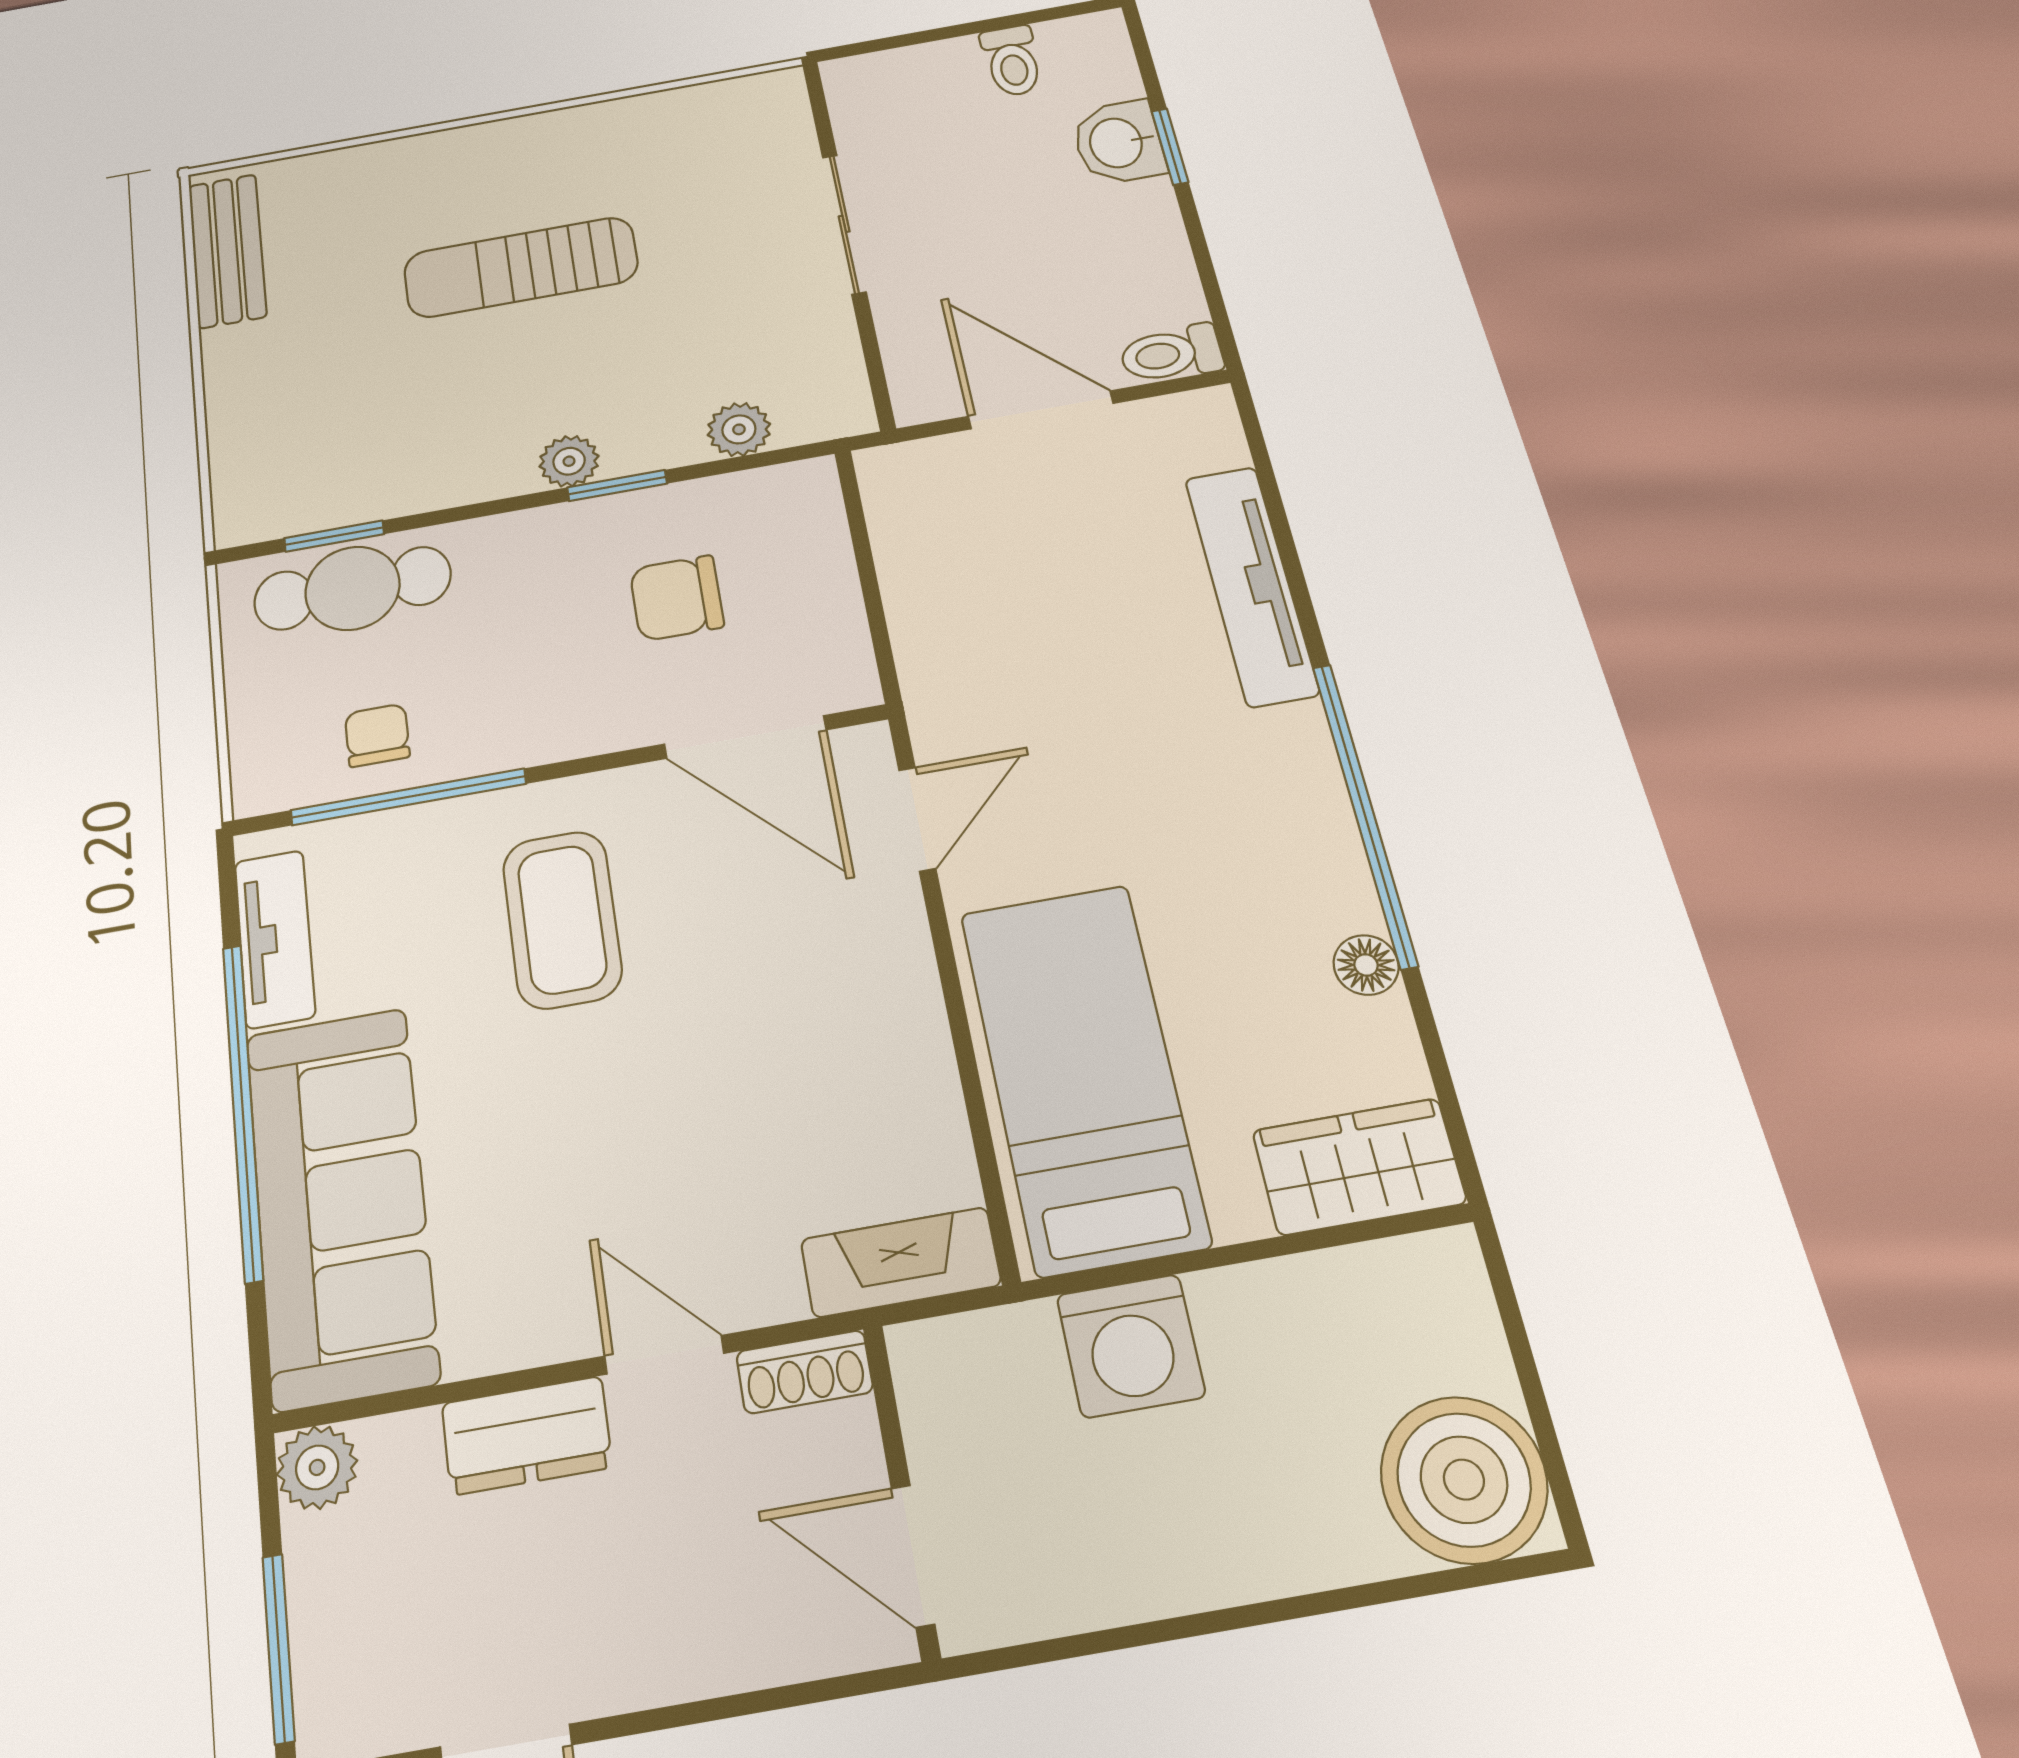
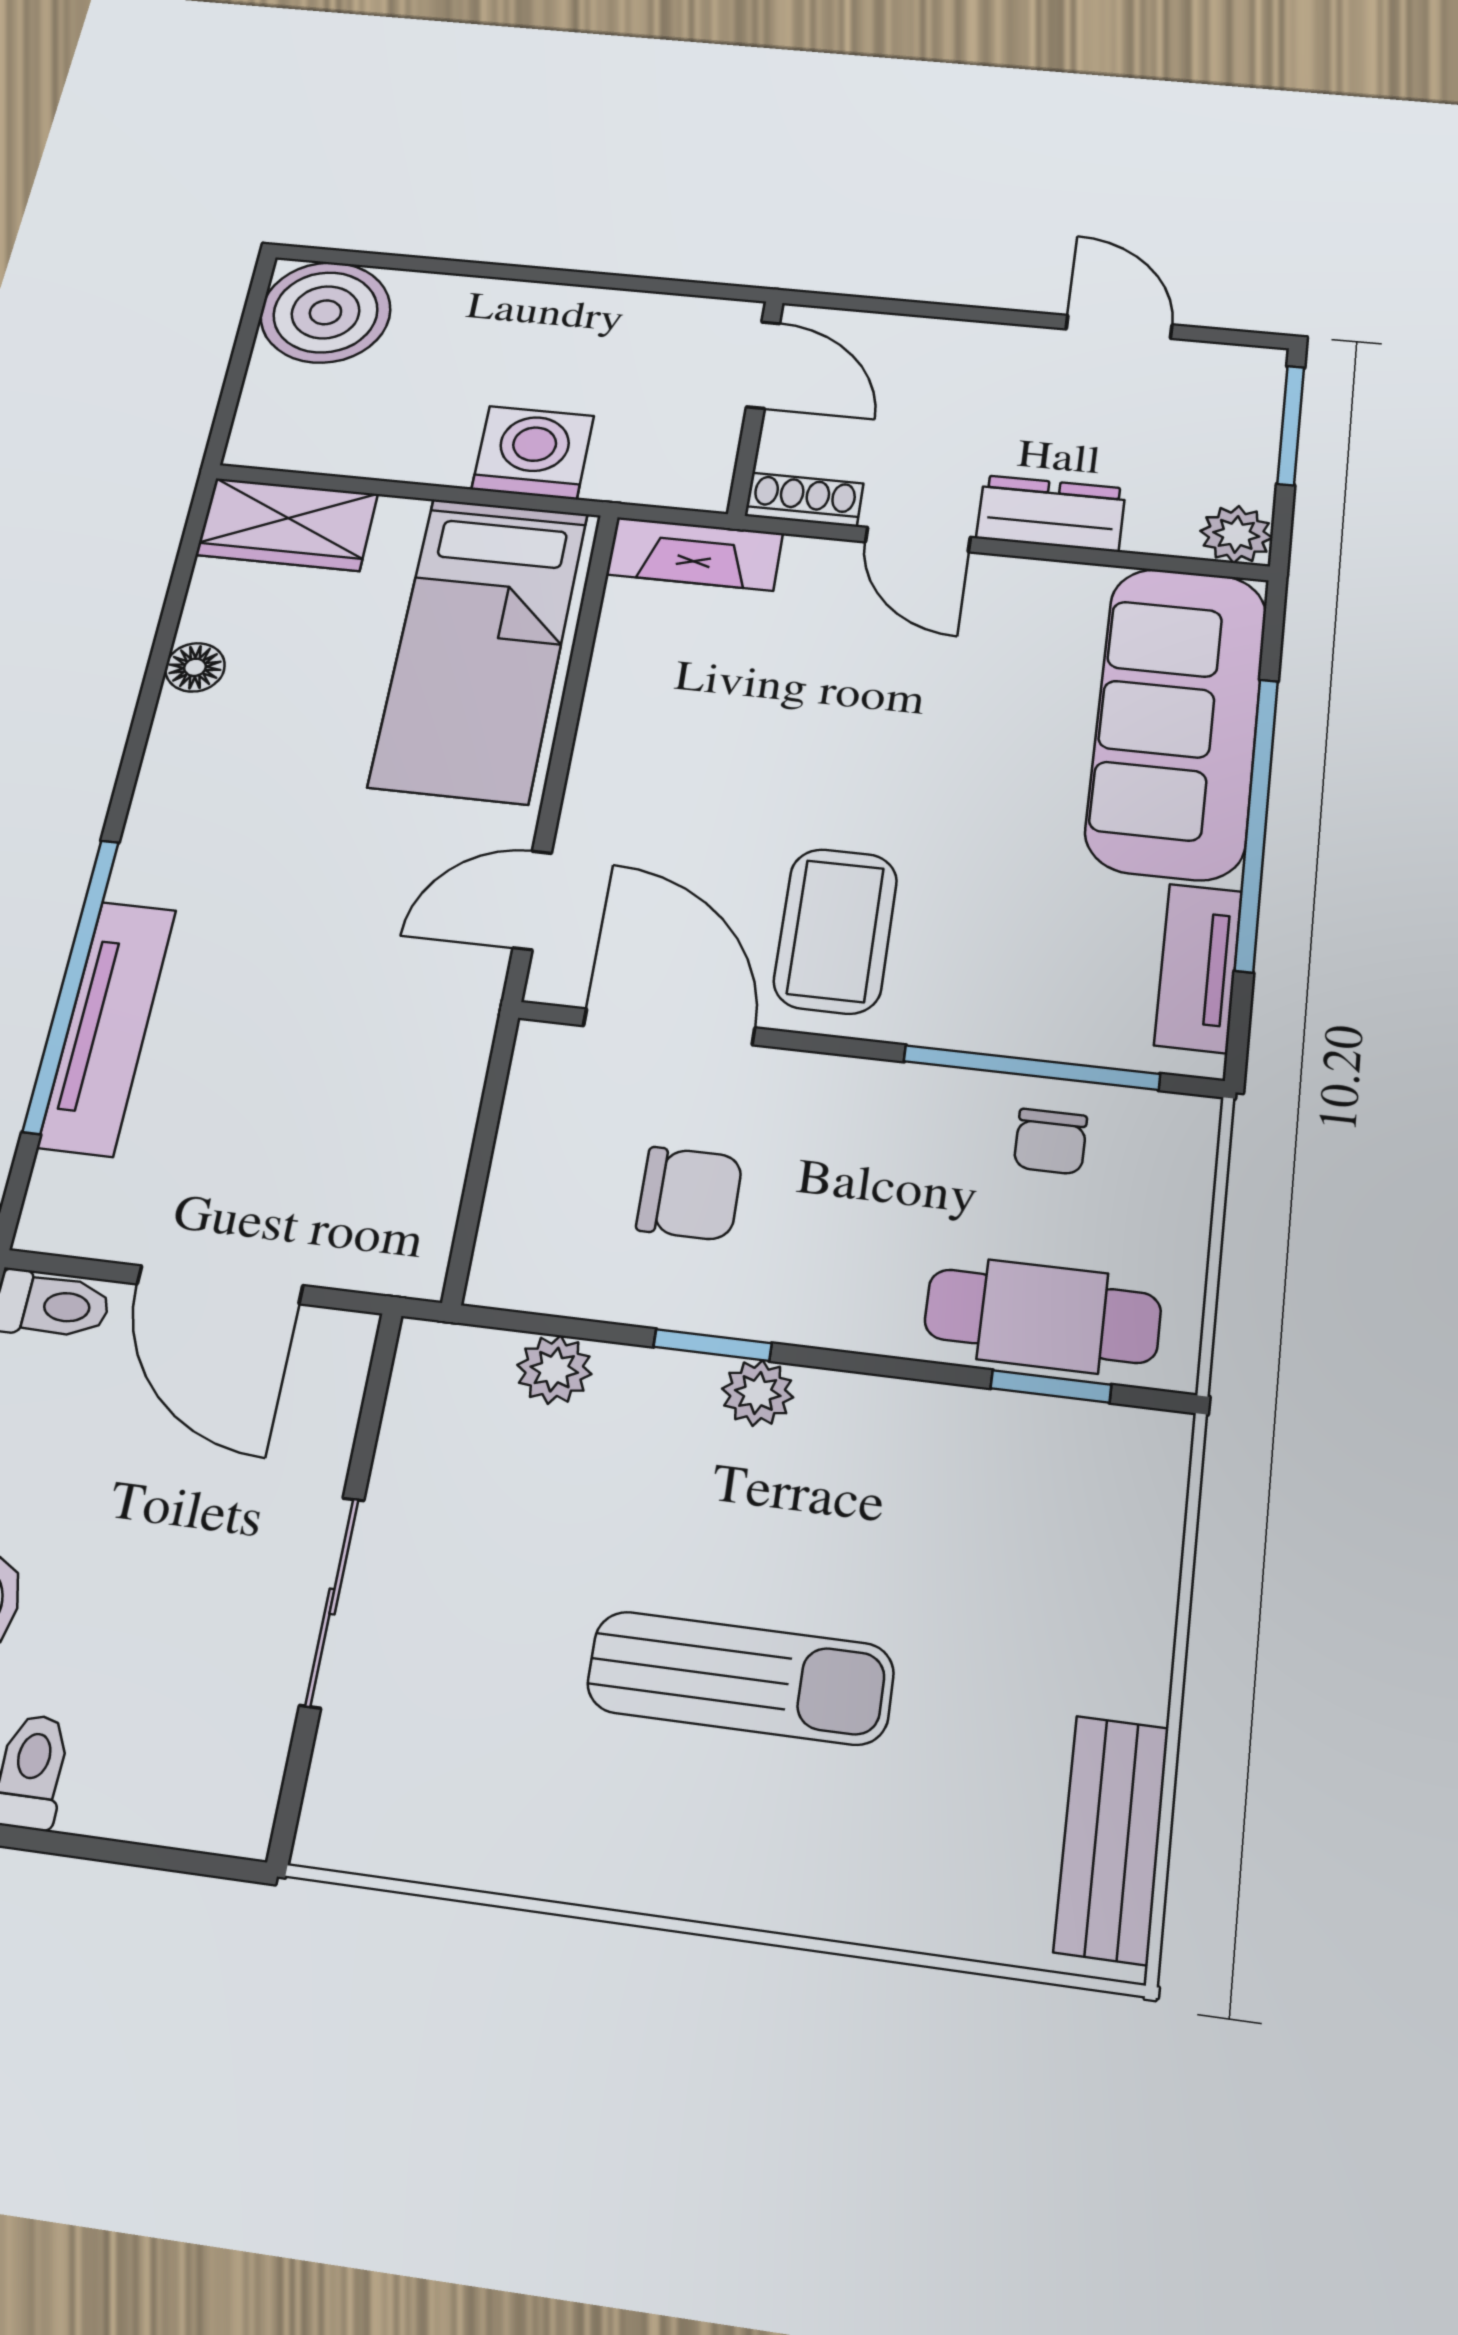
window: (1364, 813) -> (71, 984), moved
coffee table: (562, 919) -> (836, 931), moved

